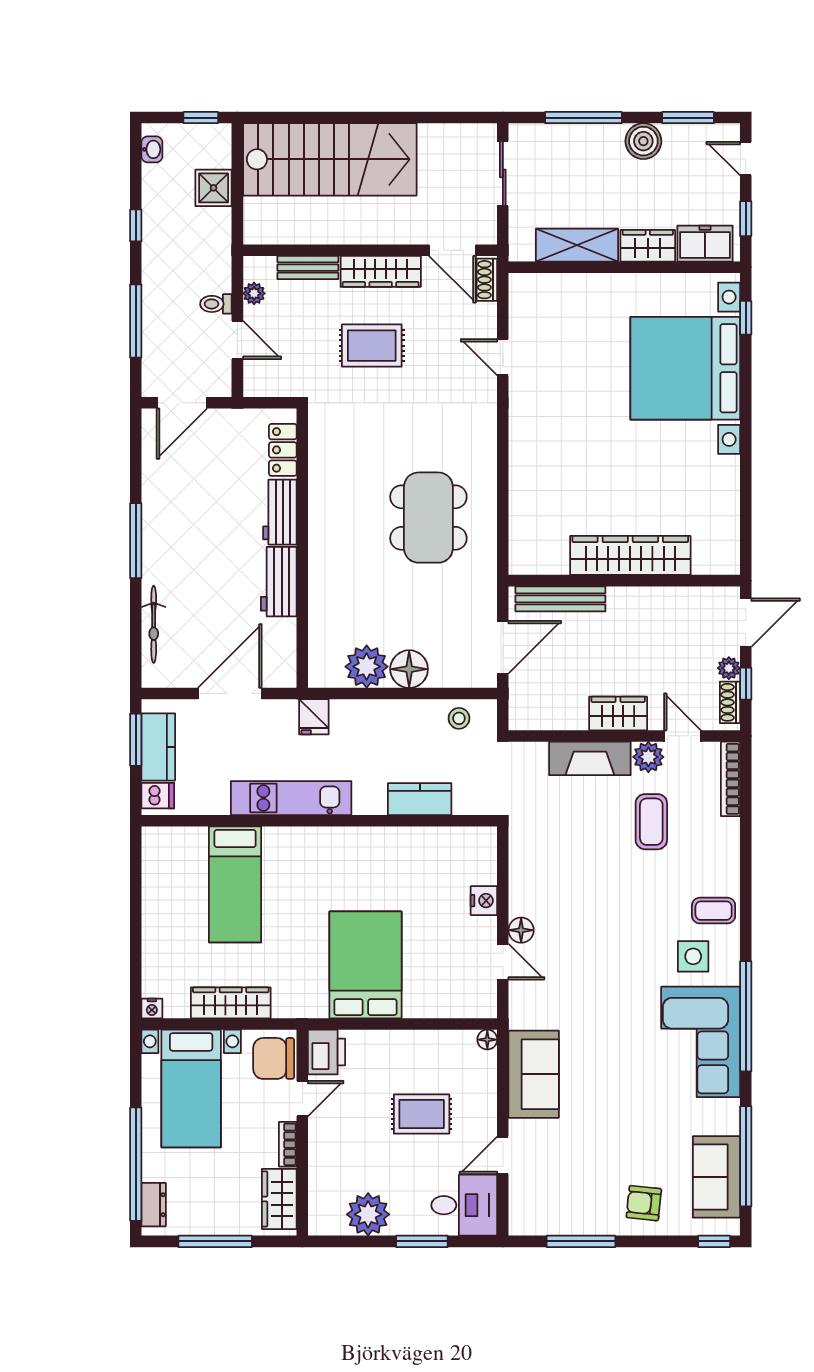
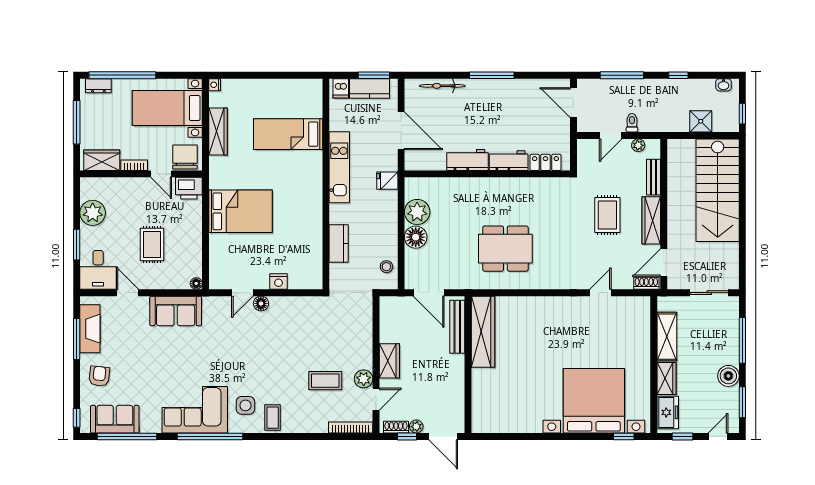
wardrobe: (630, 555) -> (483, 332), moved
fireplace: (590, 758) -> (90, 329), moved, turned 180

